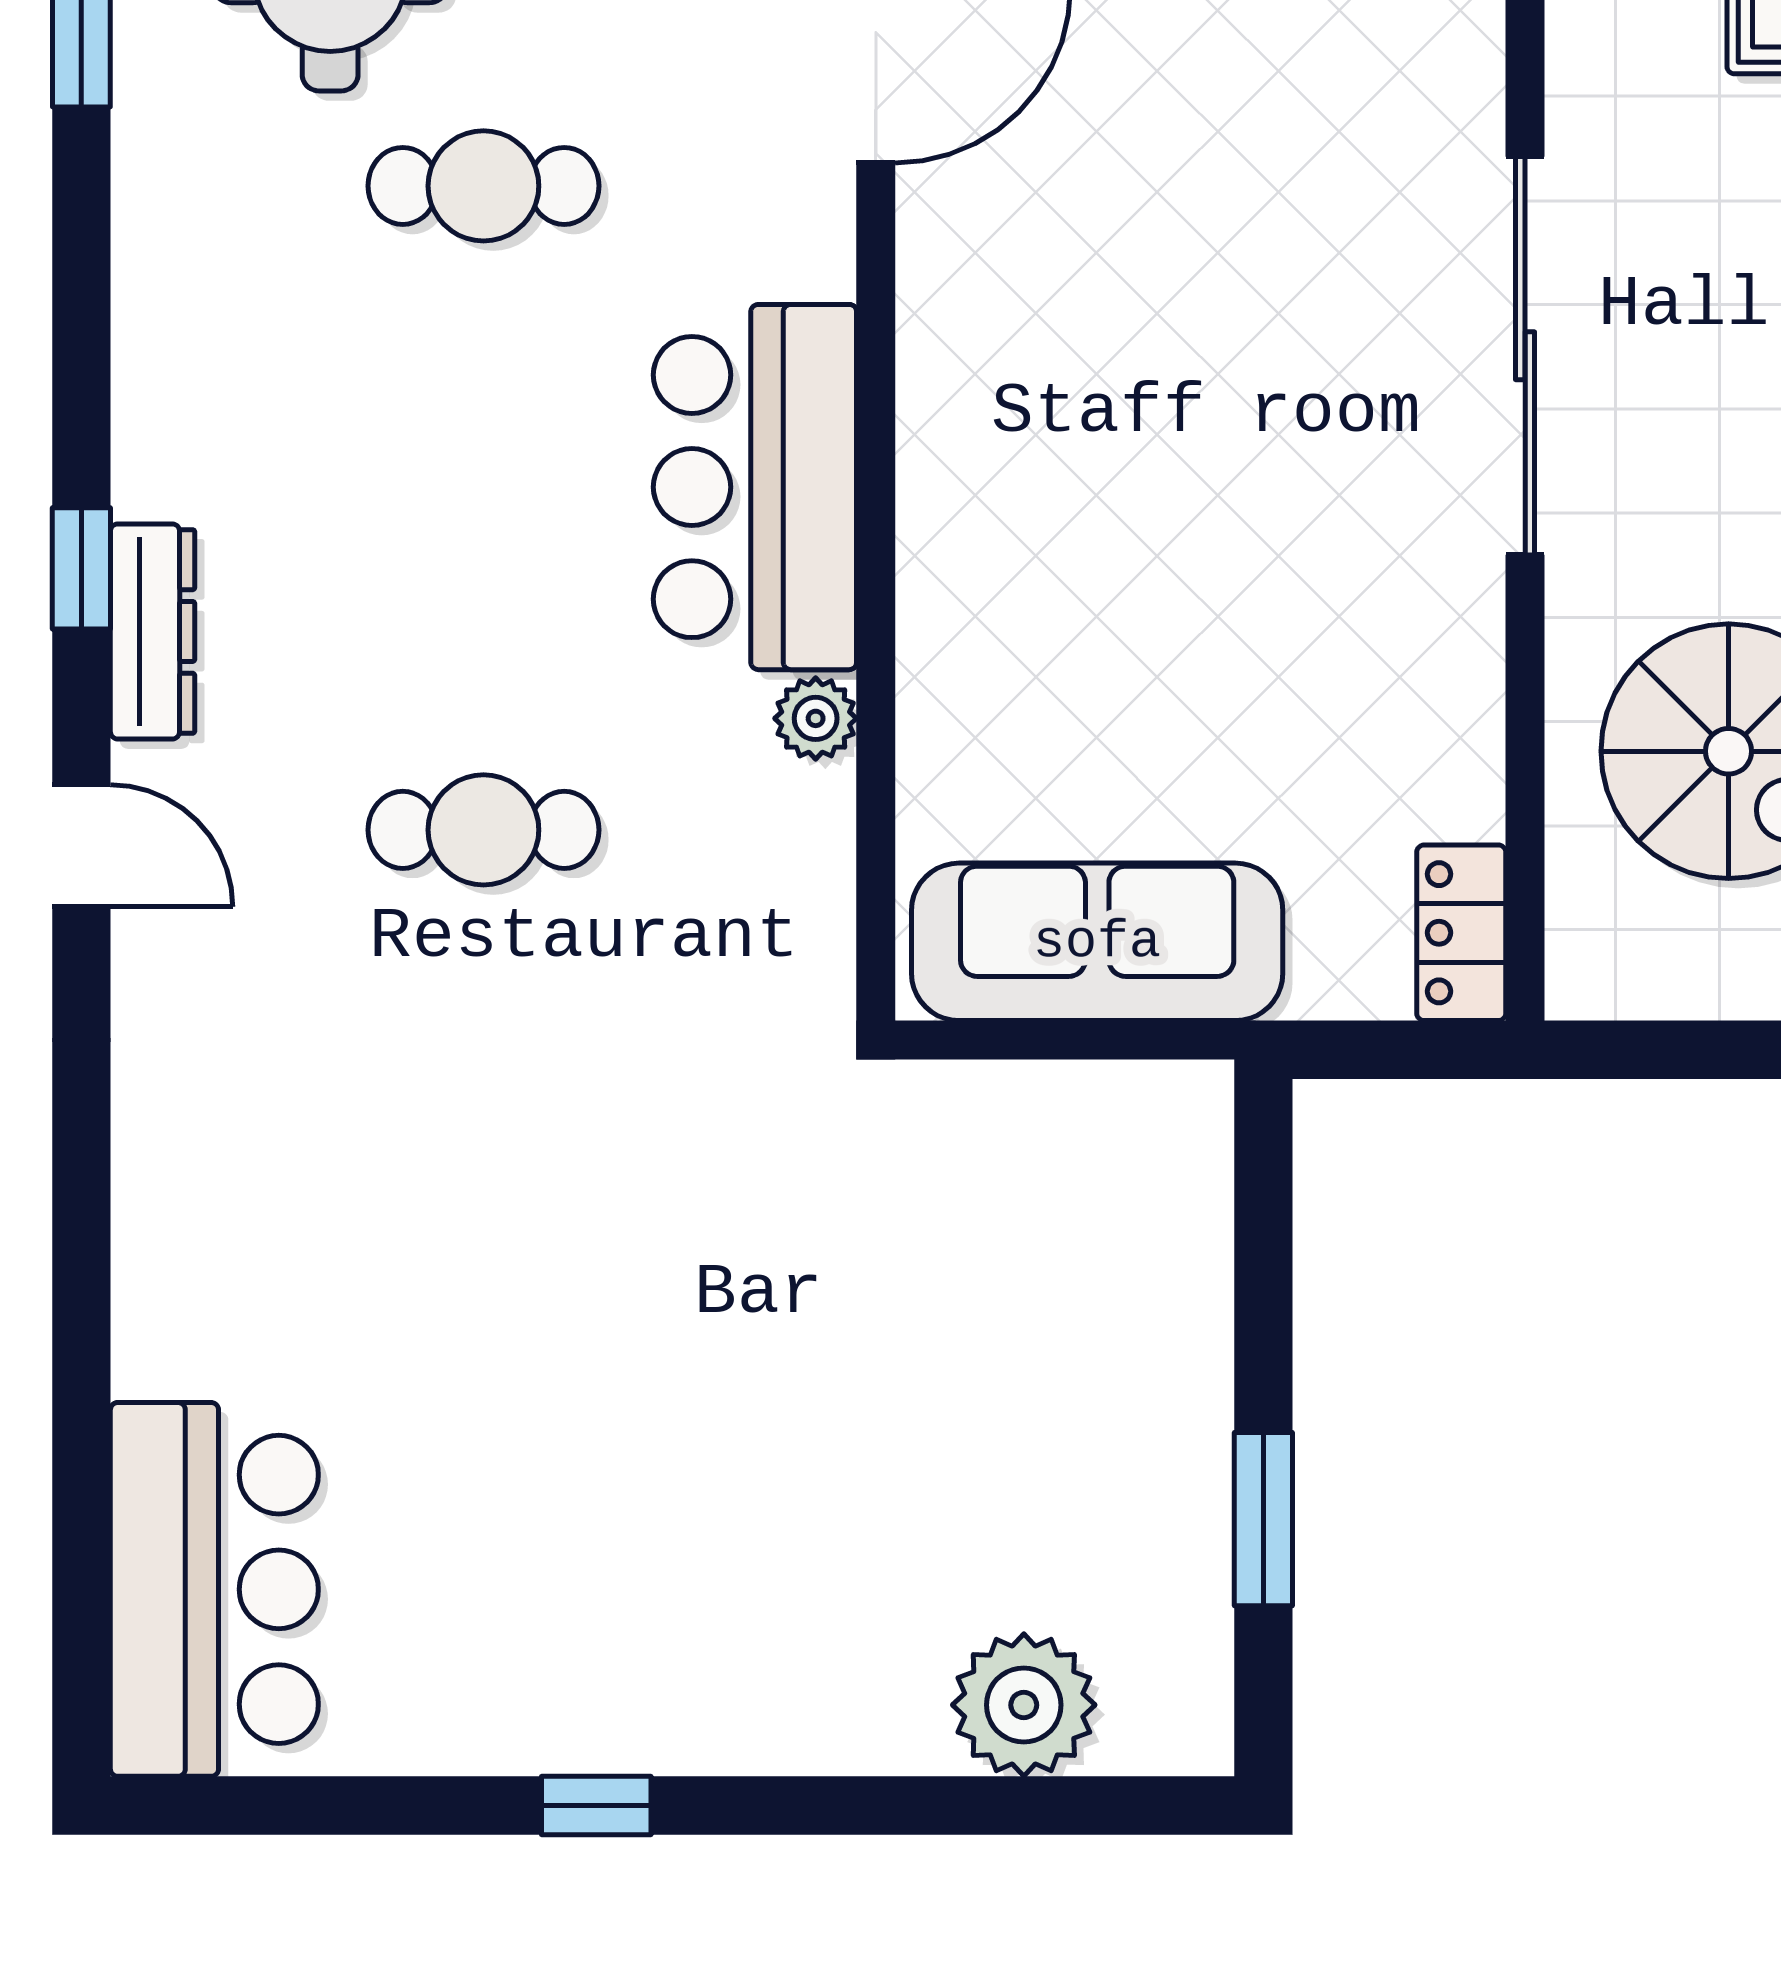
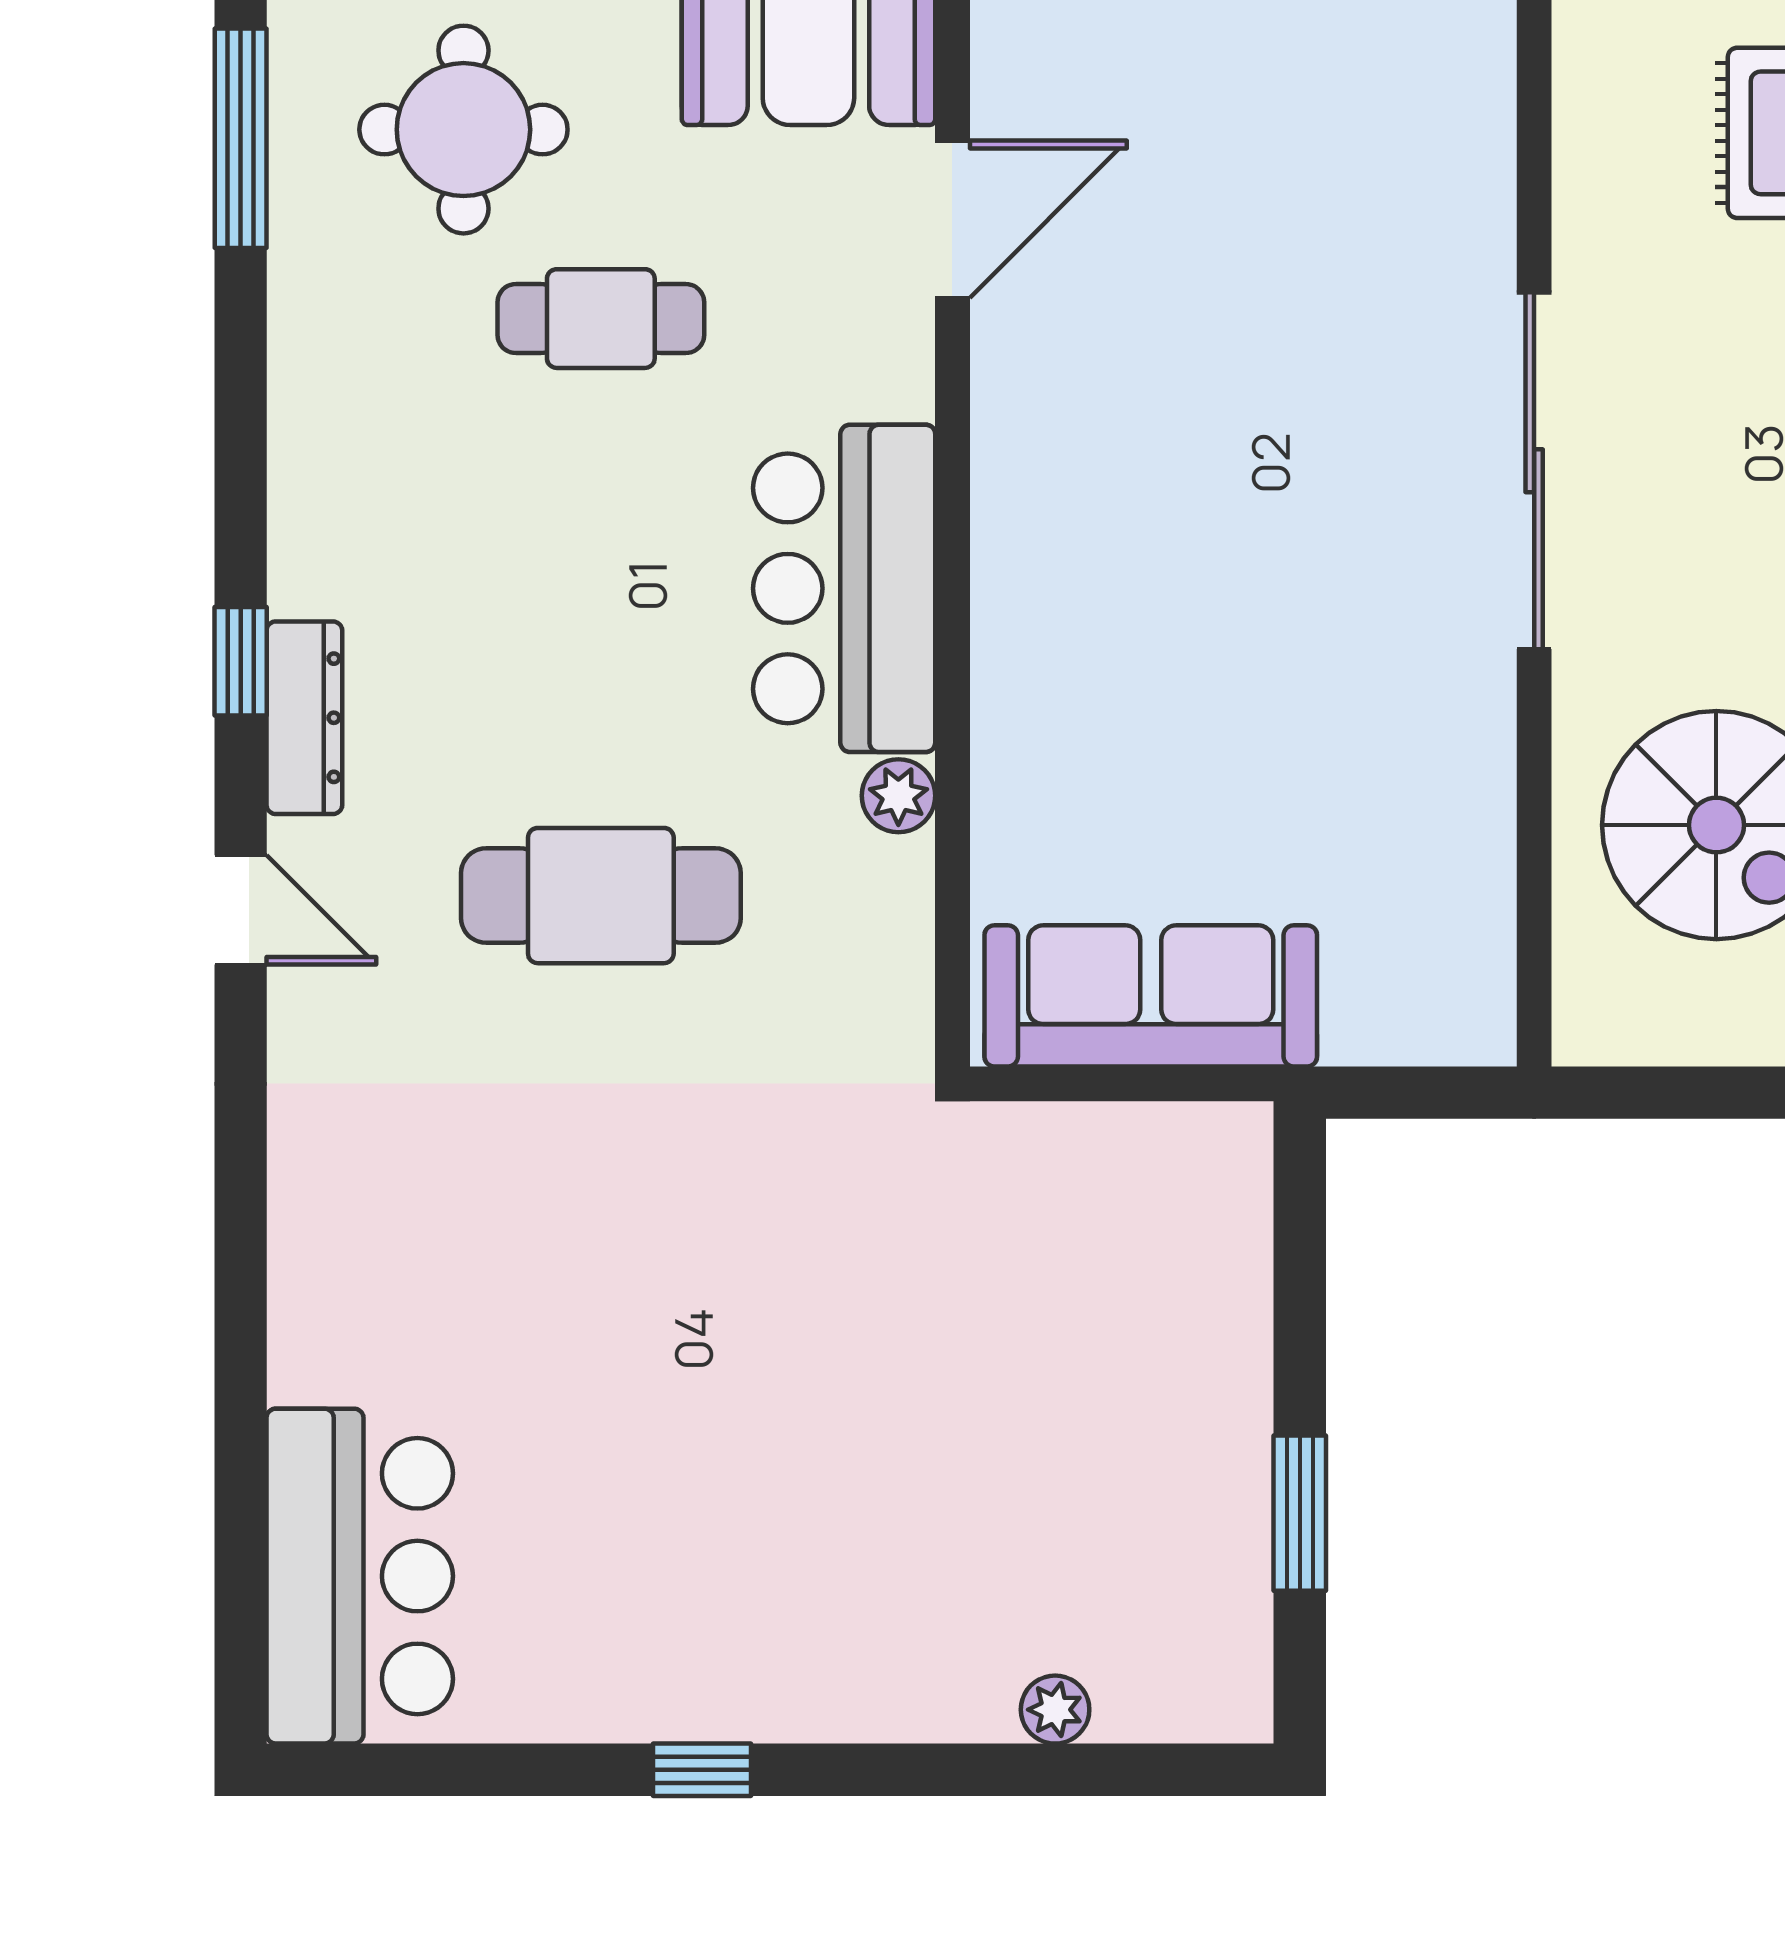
cafe table: (483, 830) -> (601, 896), width x1.37, depth x1.35
locker: (1461, 933) -> (1477, 988), removed
plant: (1024, 1705) -> (1055, 1710), width x0.53, depth x0.53

